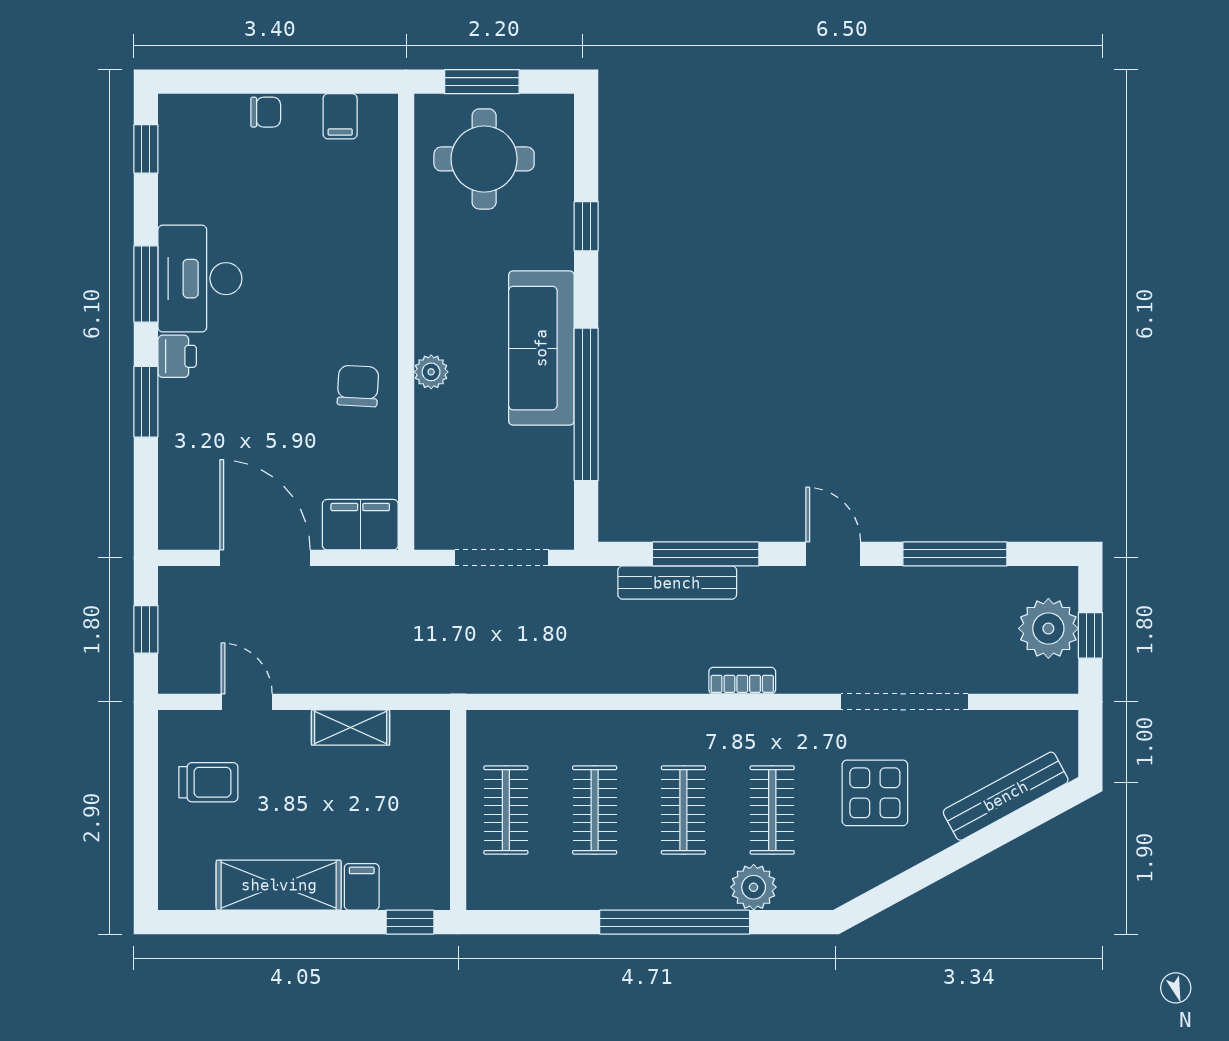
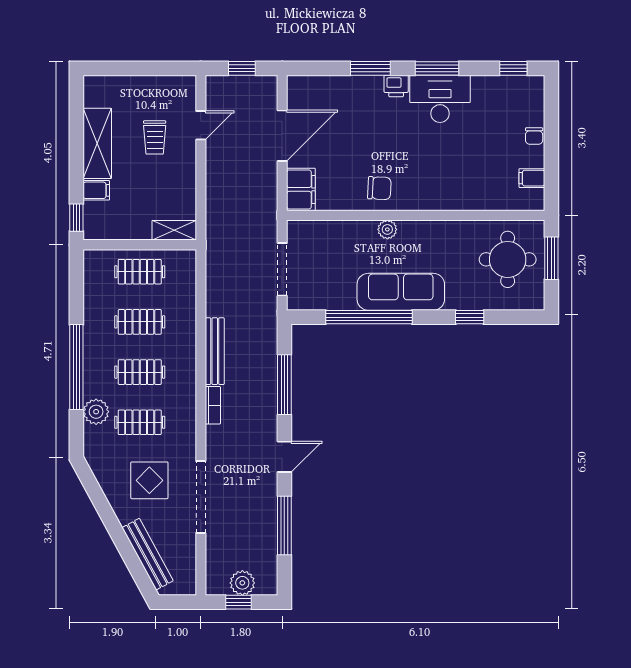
bench: (677, 583) -> (215, 351), moved
plant: (1048, 628) -> (242, 583), width x0.73, depth x0.73
shelving: (351, 728) -> (174, 230), moved, turned 90
trolley: (208, 782) -> (155, 137), moved

